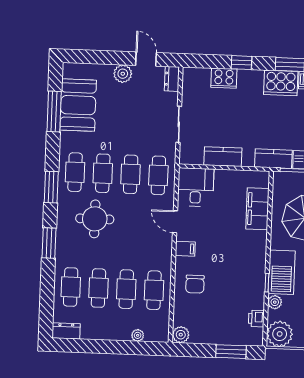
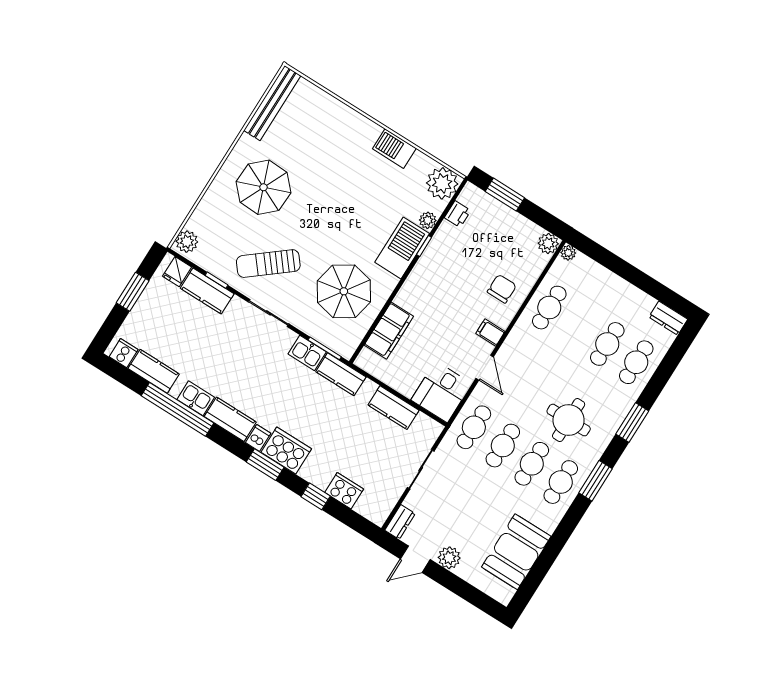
door: (146, 59) -> (415, 559), hinge flipped
window: (54, 111) -> (546, 560), removed
cafe table: (126, 289) -> (578, 326), removed
plant: (138, 335) -> (568, 253), moved

